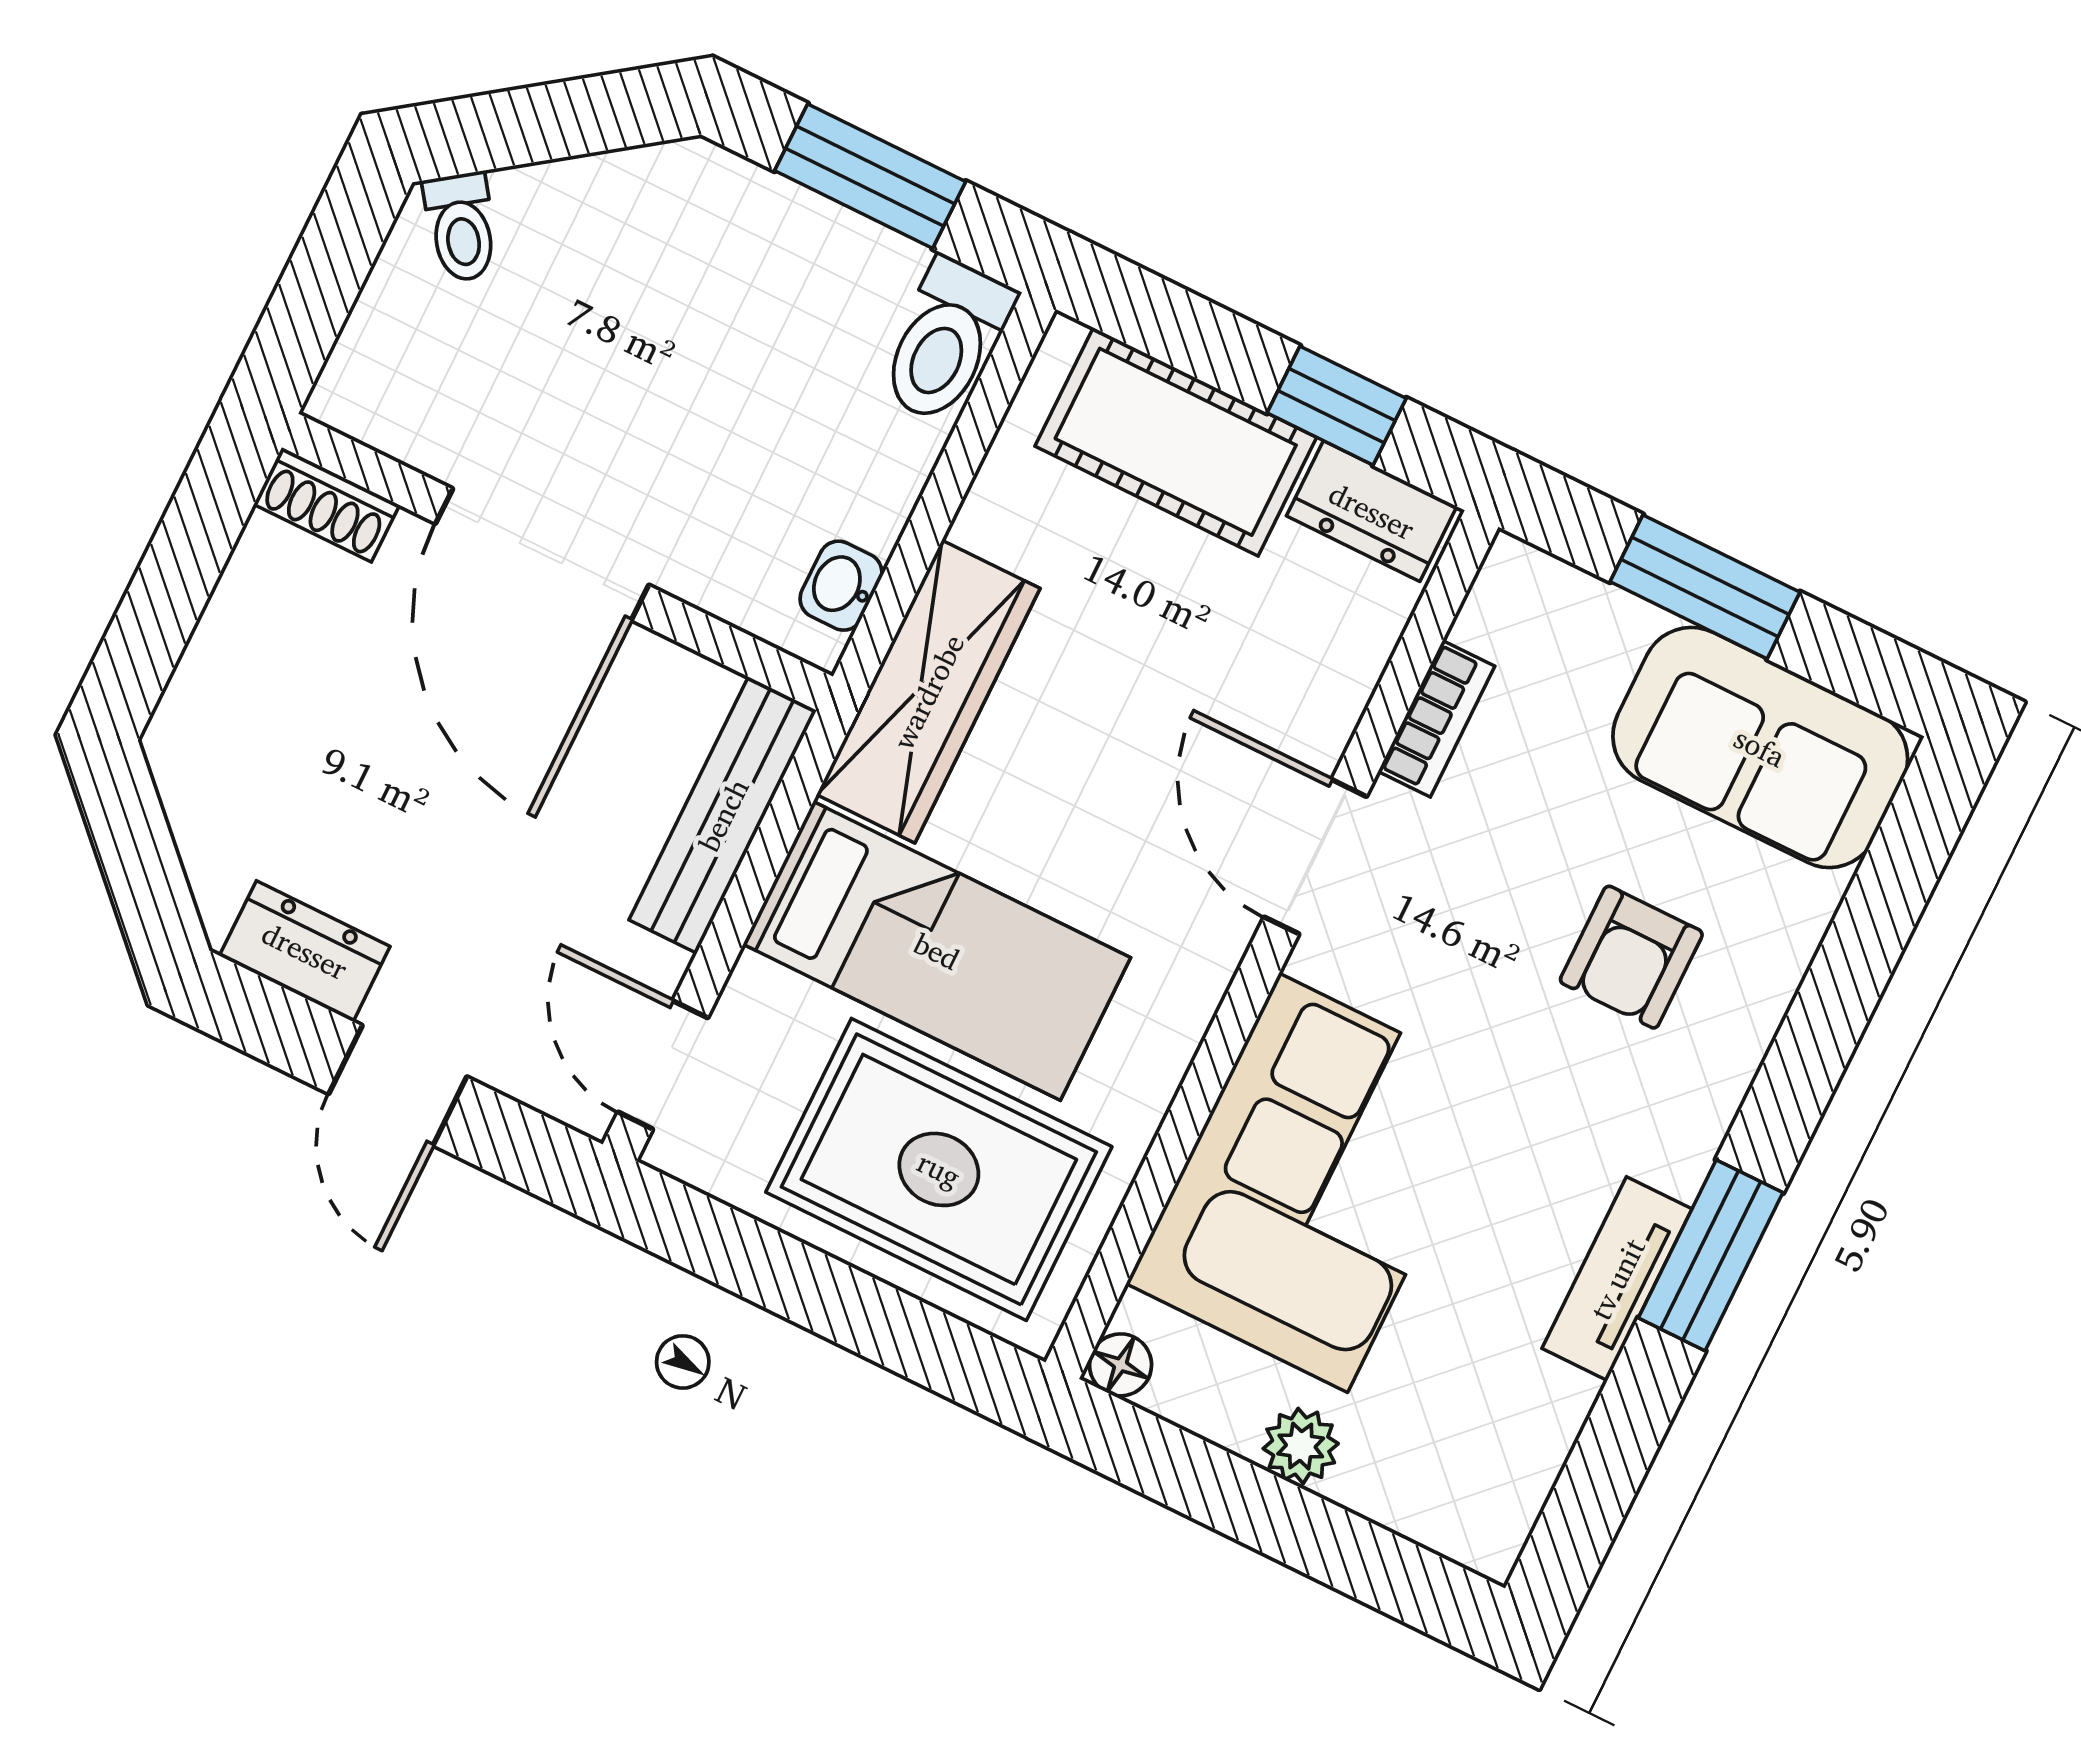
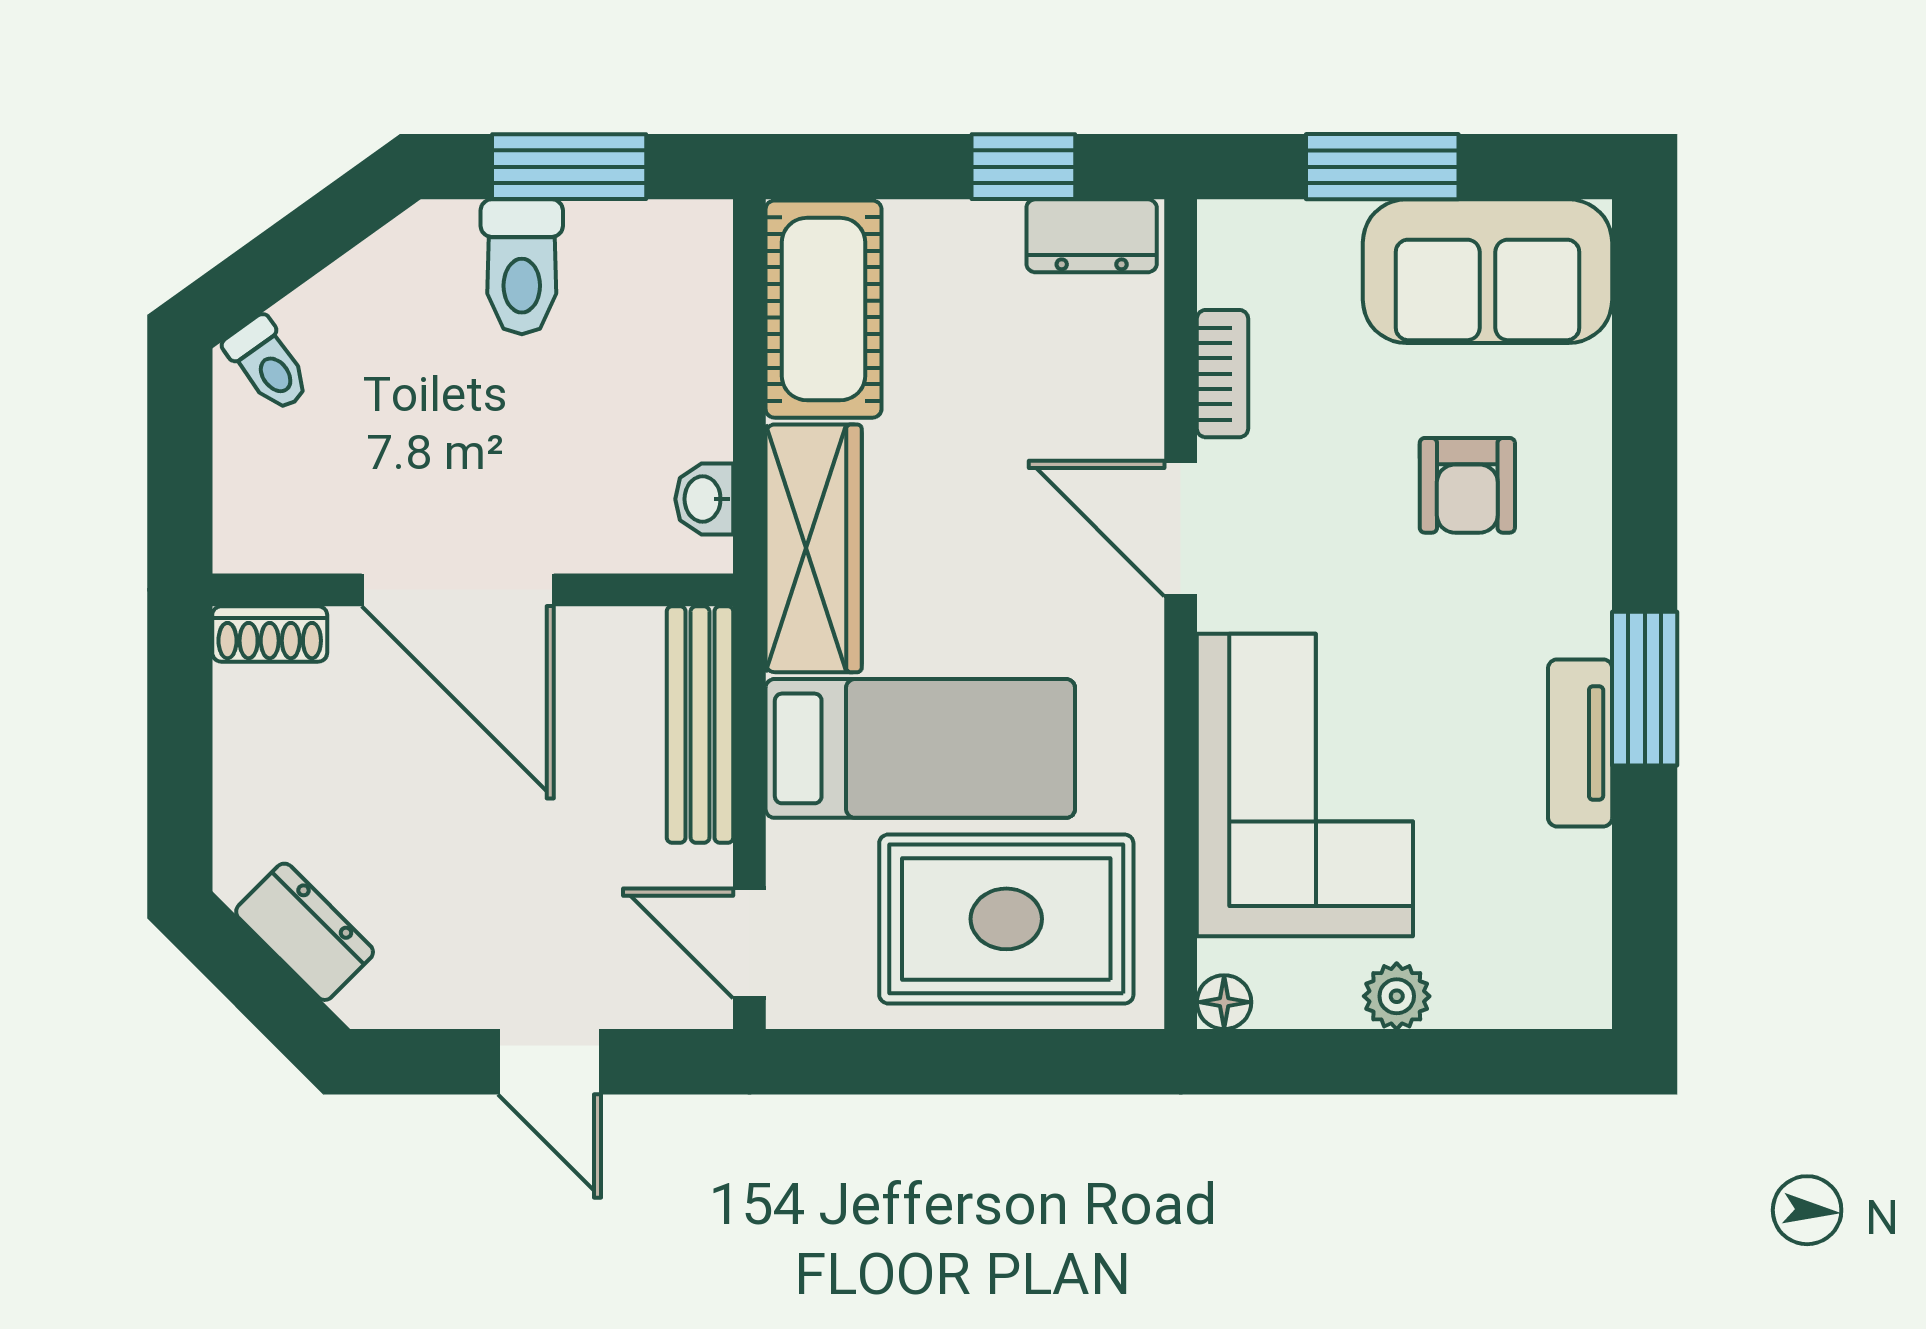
toilet: (946, 341) -> (522, 267), moved
cot: (1176, 442) -> (824, 309), moved, turned 90
dresser: (305, 951) -> (305, 932), moved, turned 45

